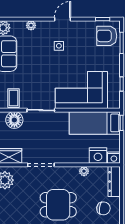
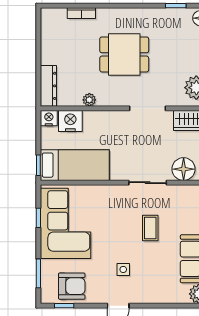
plant: (31, 25) -> (161, 297), removed
armchair: (107, 36) -> (72, 286), moved
corner sofa: (81, 90) -> (66, 223), moved, turned -90
coffee table: (13, 98) -> (150, 228), moved
chair: (103, 208) -> (63, 50), removed

